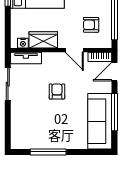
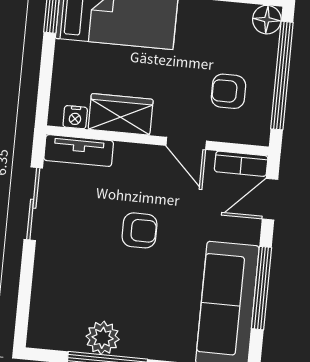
armchair: (57, 91) -> (140, 230), turned 90
plant: (45, 142) -> (103, 338), added

